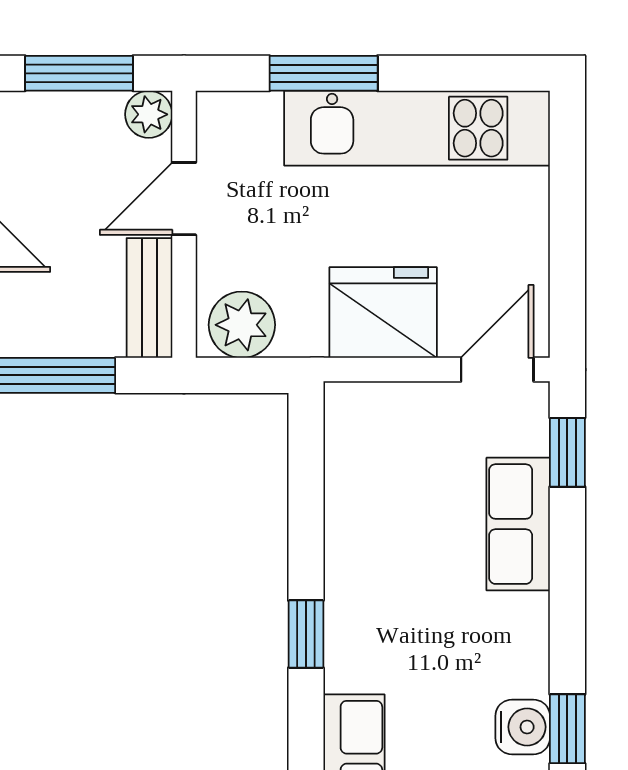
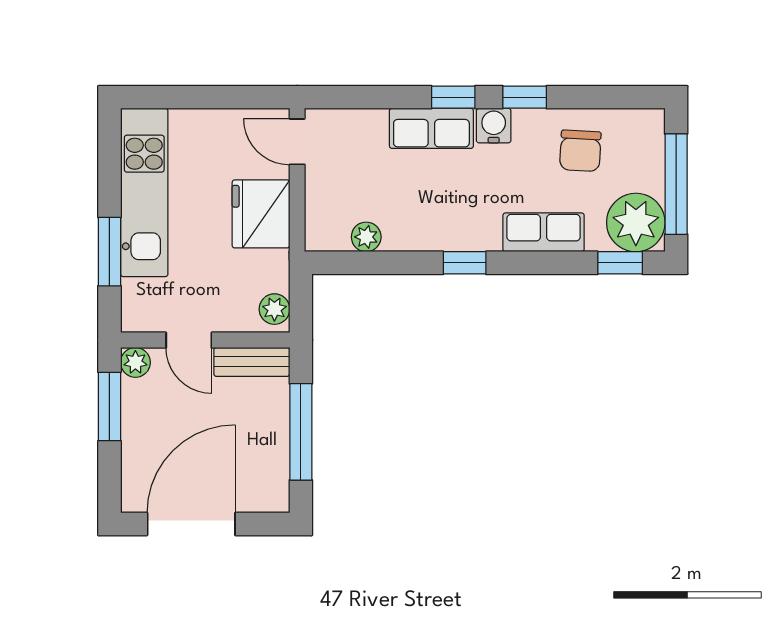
plant: (242, 325) -> (274, 309), width x0.73, depth x0.73
window: (567, 452) -> (453, 97), moved
plant: (347, 479) -> (366, 237), added
row of seats: (518, 524) -> (431, 128), moved
water cooler: (523, 727) -> (494, 126), moved

